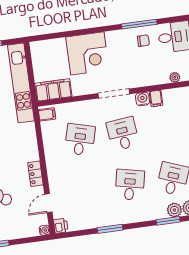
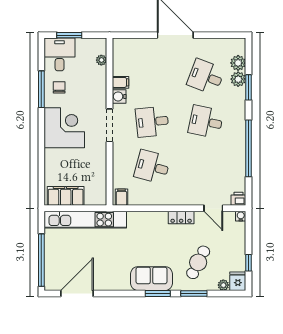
corner desk: (87, 53) -> (64, 128), moved
filing cabinet: (53, 90) -> (66, 196), moved, turned 90
window: (110, 229) -> (249, 148), width x2.11

